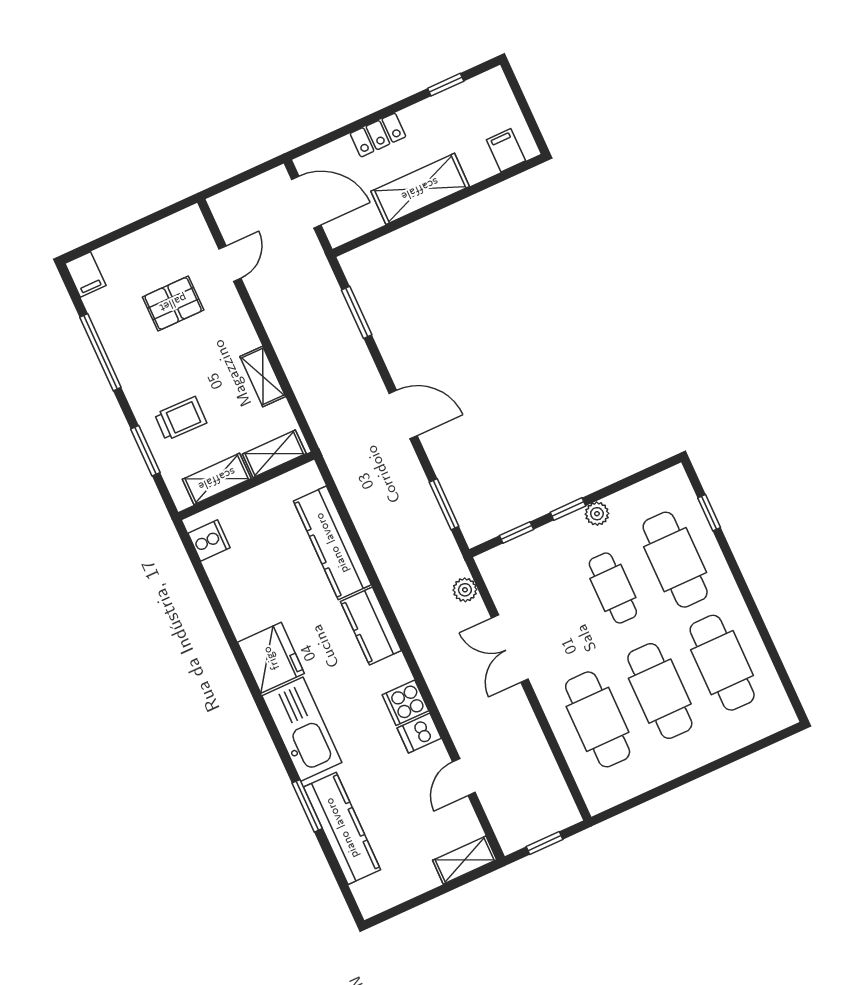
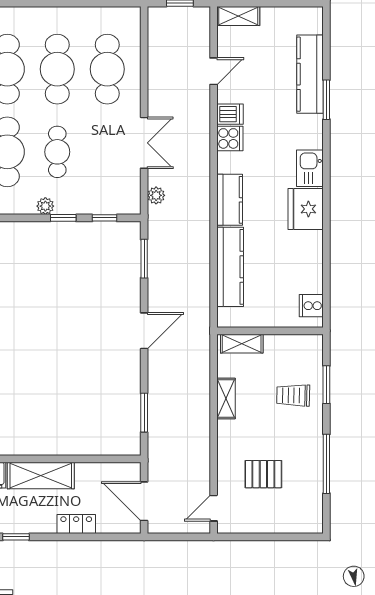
shelving: (420, 189) -> (41, 476), moved
door: (230, 264) -> (214, 508), moved
filing cabinet: (85, 274) -> (313, 520), removed
door: (403, 414) -> (144, 331), swing flipped
shelving: (217, 479) -> (287, 344), removed
kitchen sink: (302, 729) -> (310, 168), width x0.53, depth x0.81

